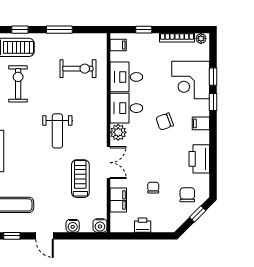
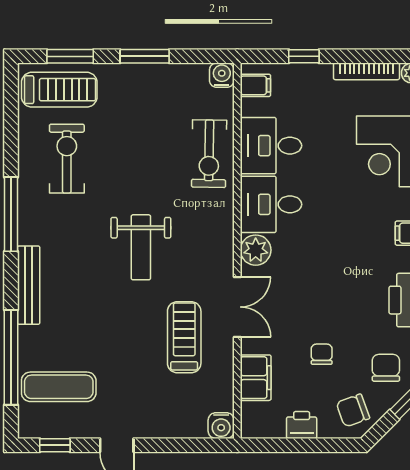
window: (20, 30) -> (70, 56), width x1.50
exercise bike: (78, 69) -> (209, 154), moved, turned 91
chair: (165, 122) -> (353, 410), moved
water cooler: (73, 226) -> (222, 75), moved, turned 180

